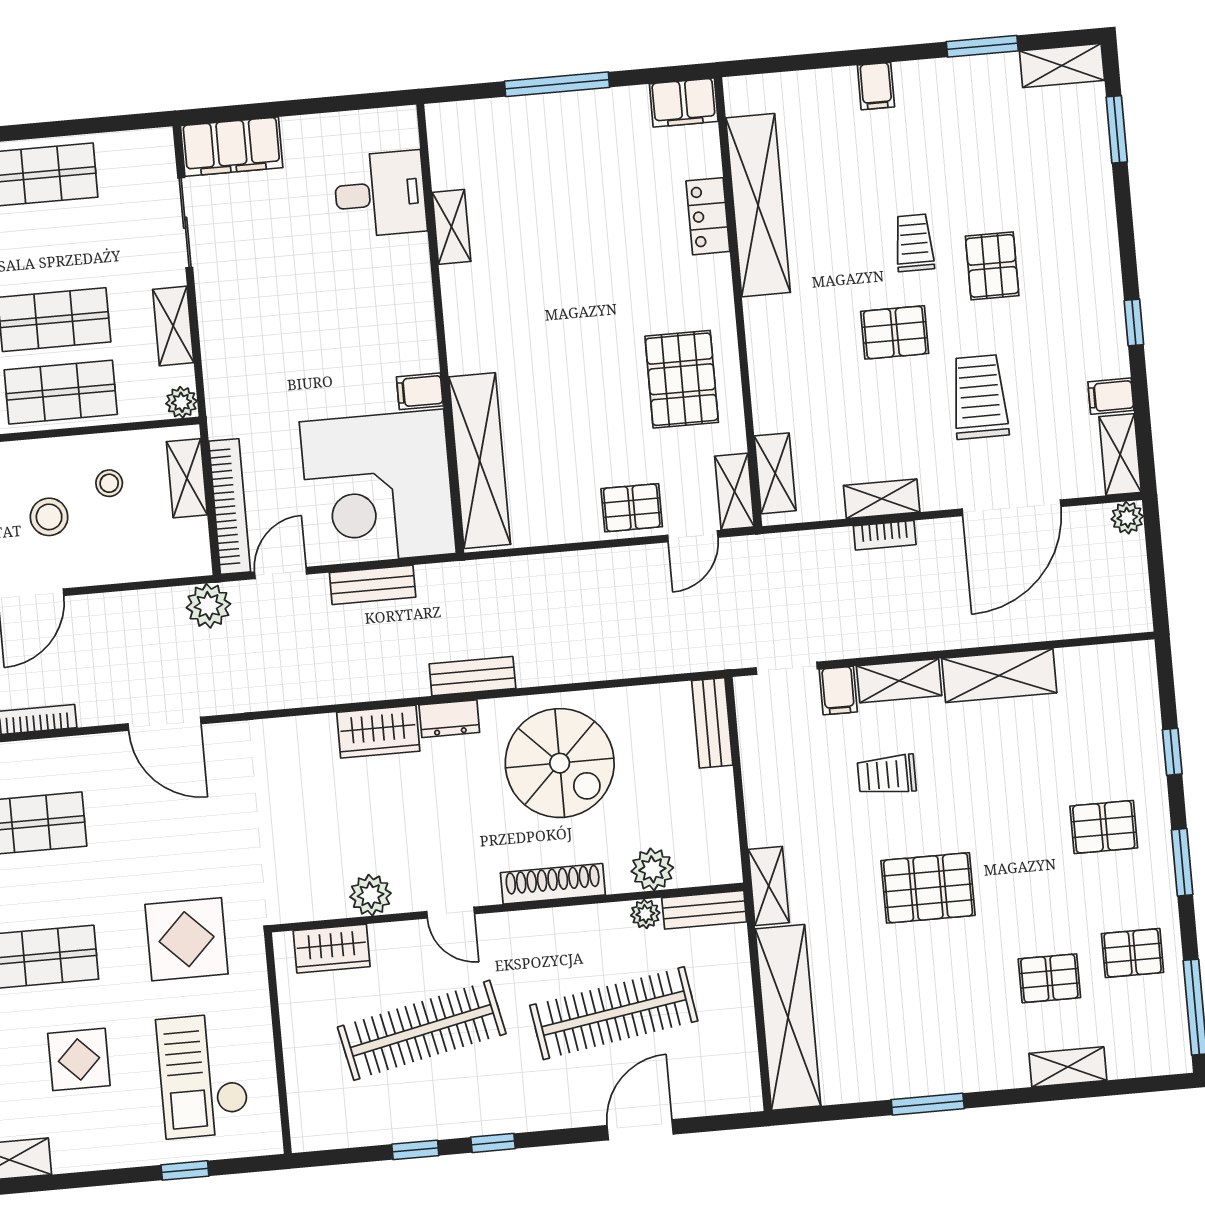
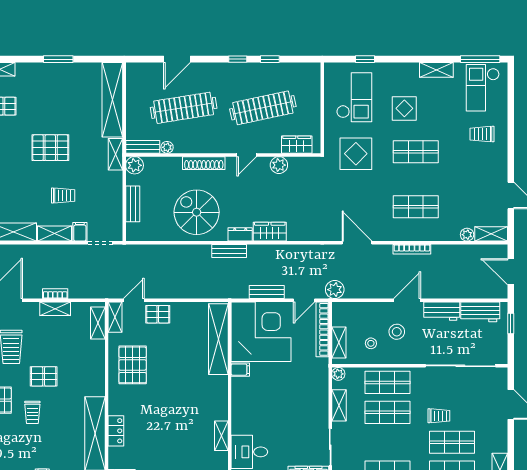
bench: (712, 723) -> (133, 204), moved
plant: (652, 869) -> (135, 165), moved
door: (451, 913) -> (247, 155), swing flipped

